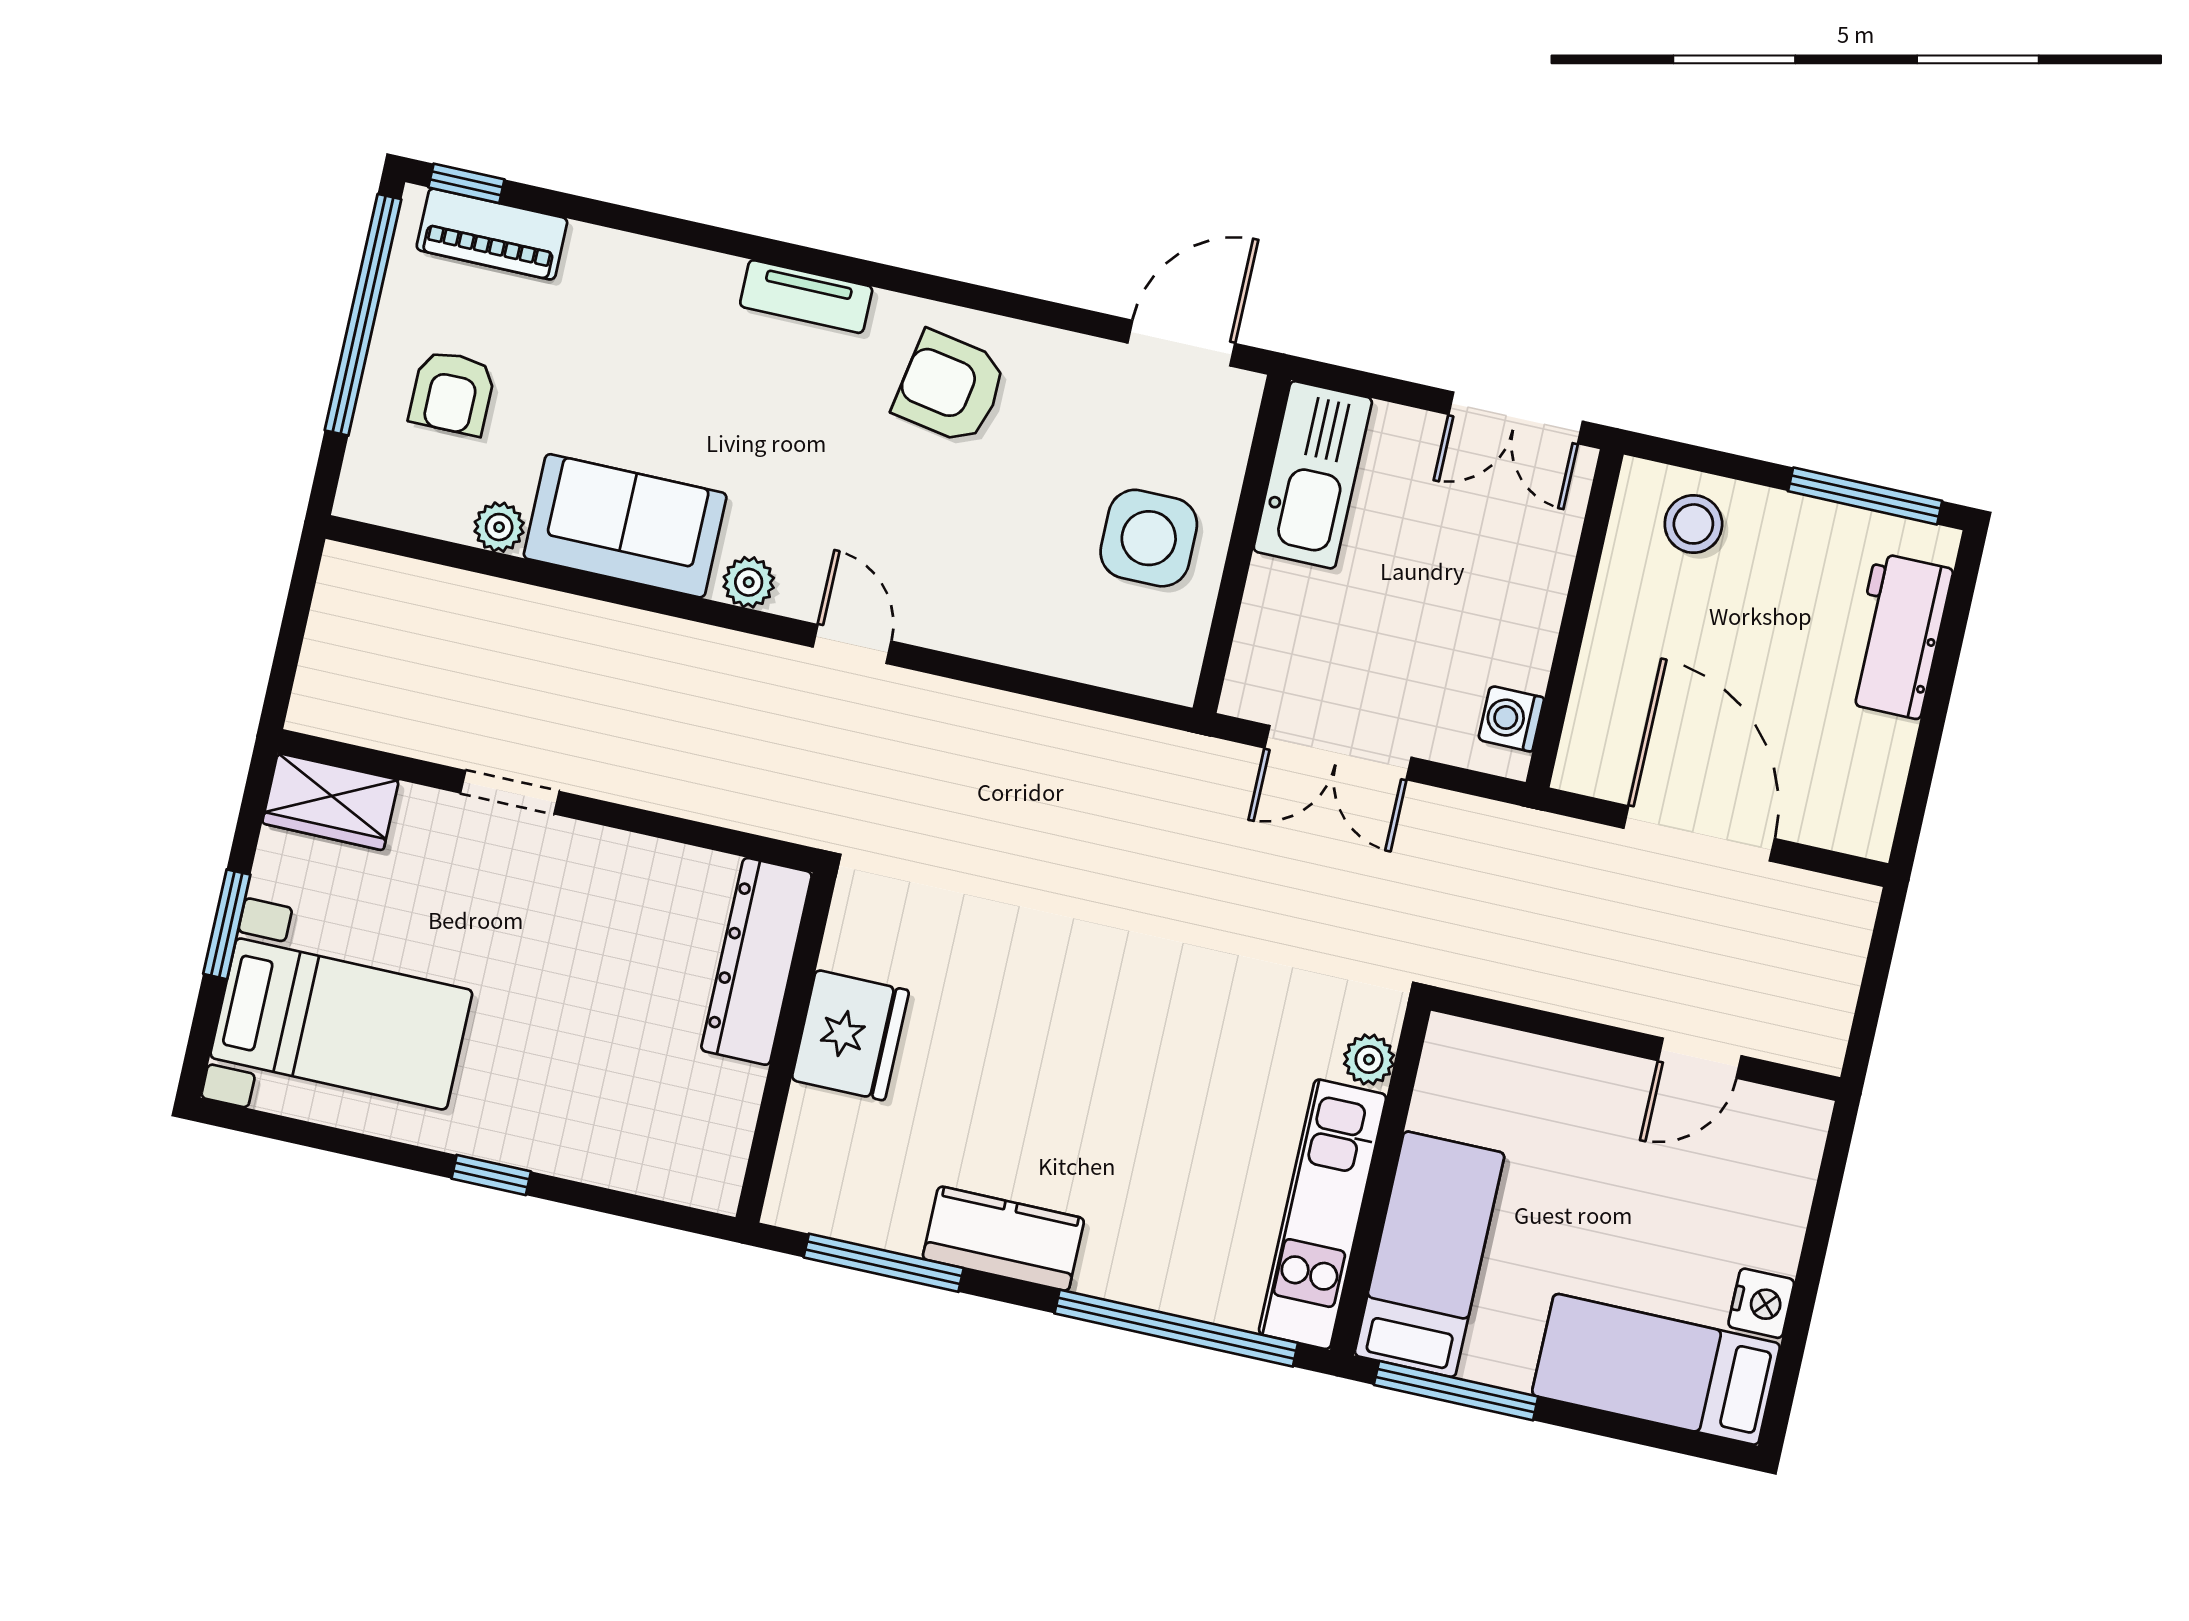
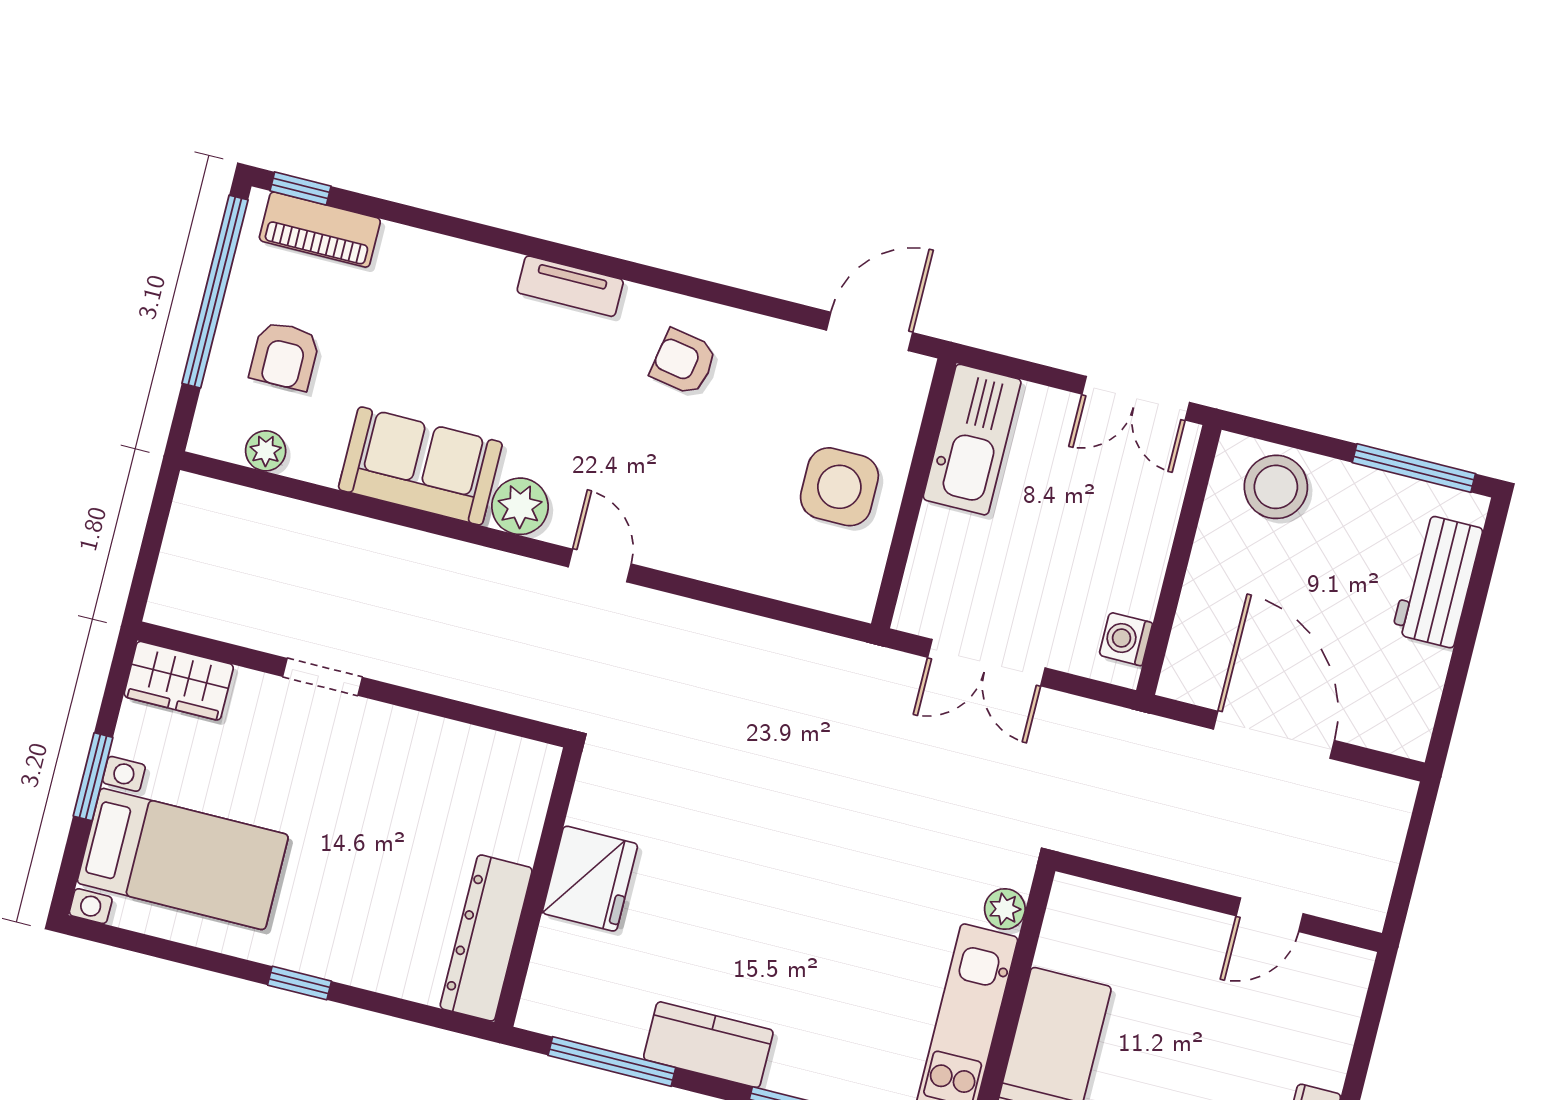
armchair: (950, 387) -> (684, 362), width x0.72, depth x0.72
stool: (1693, 524) -> (1276, 487), width x1.38, depth x1.38
plant: (499, 527) -> (266, 451), moved
plant: (749, 582) -> (520, 506), width x1.38, depth x1.38
dresser: (756, 961) -> (486, 938), moved

